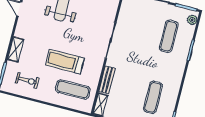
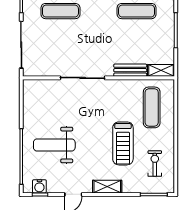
shelving: (16, 49) -> (107, 187), moved
treadmill: (65, 62) -> (123, 143), moved

